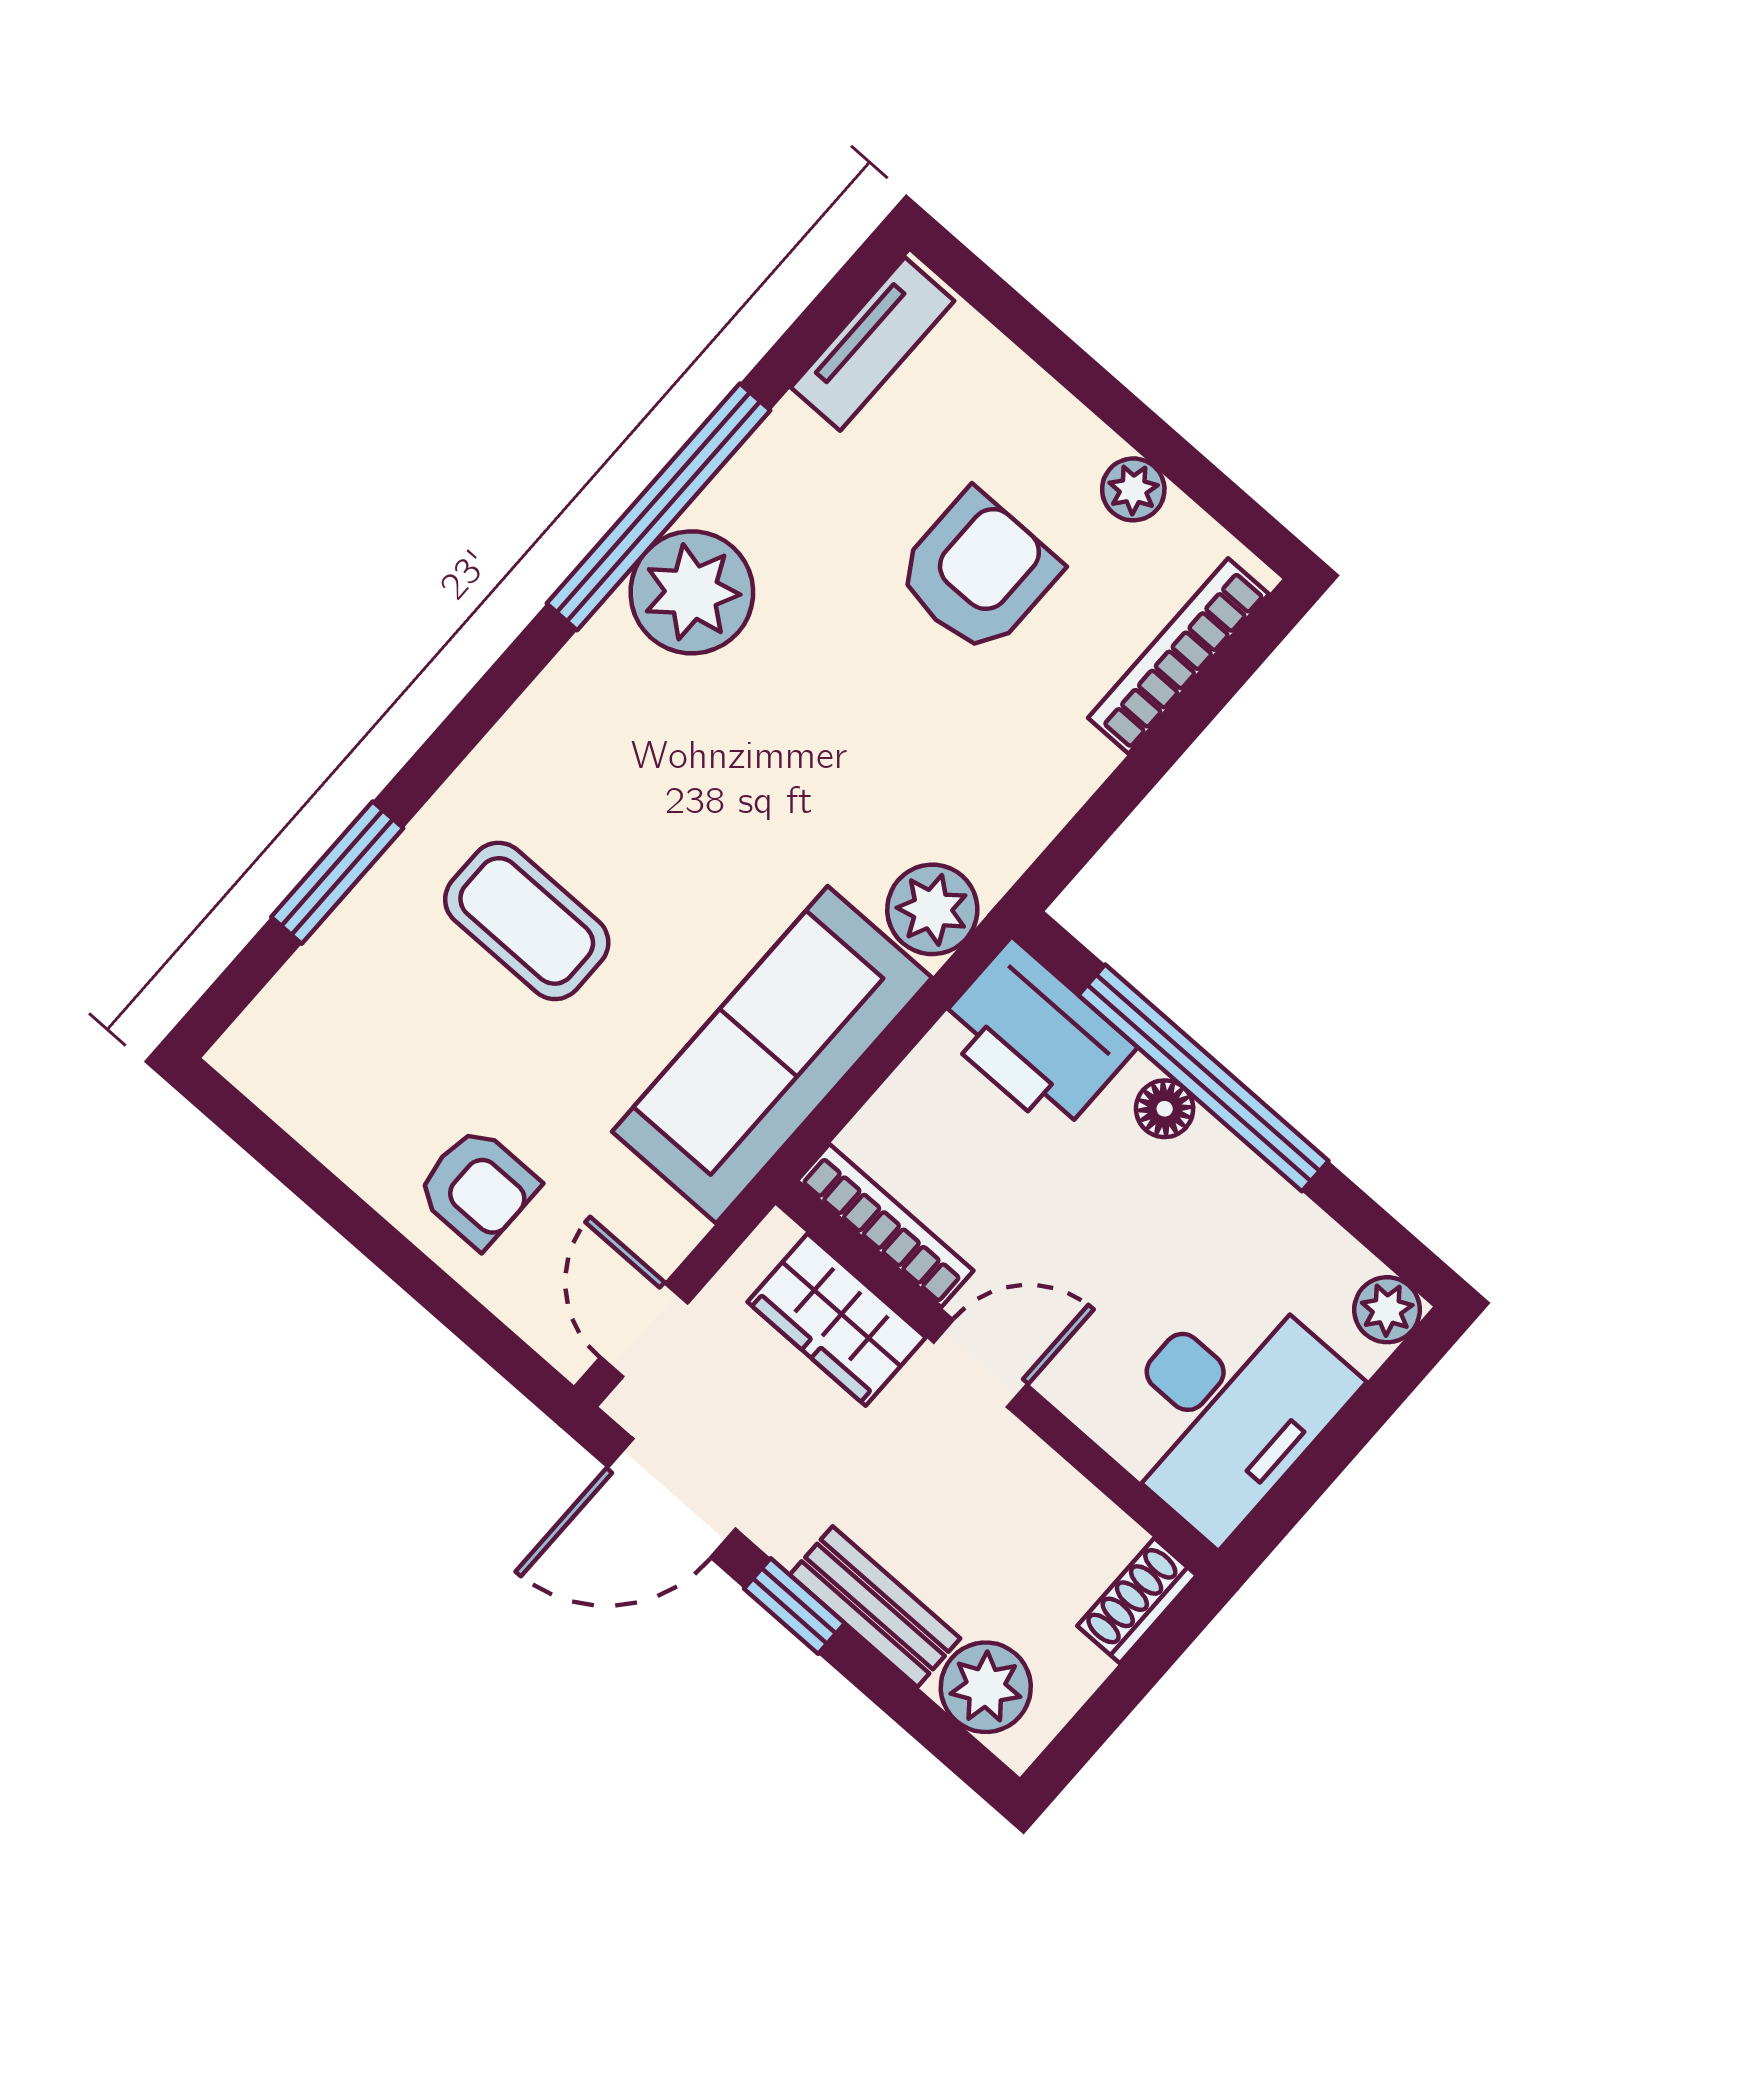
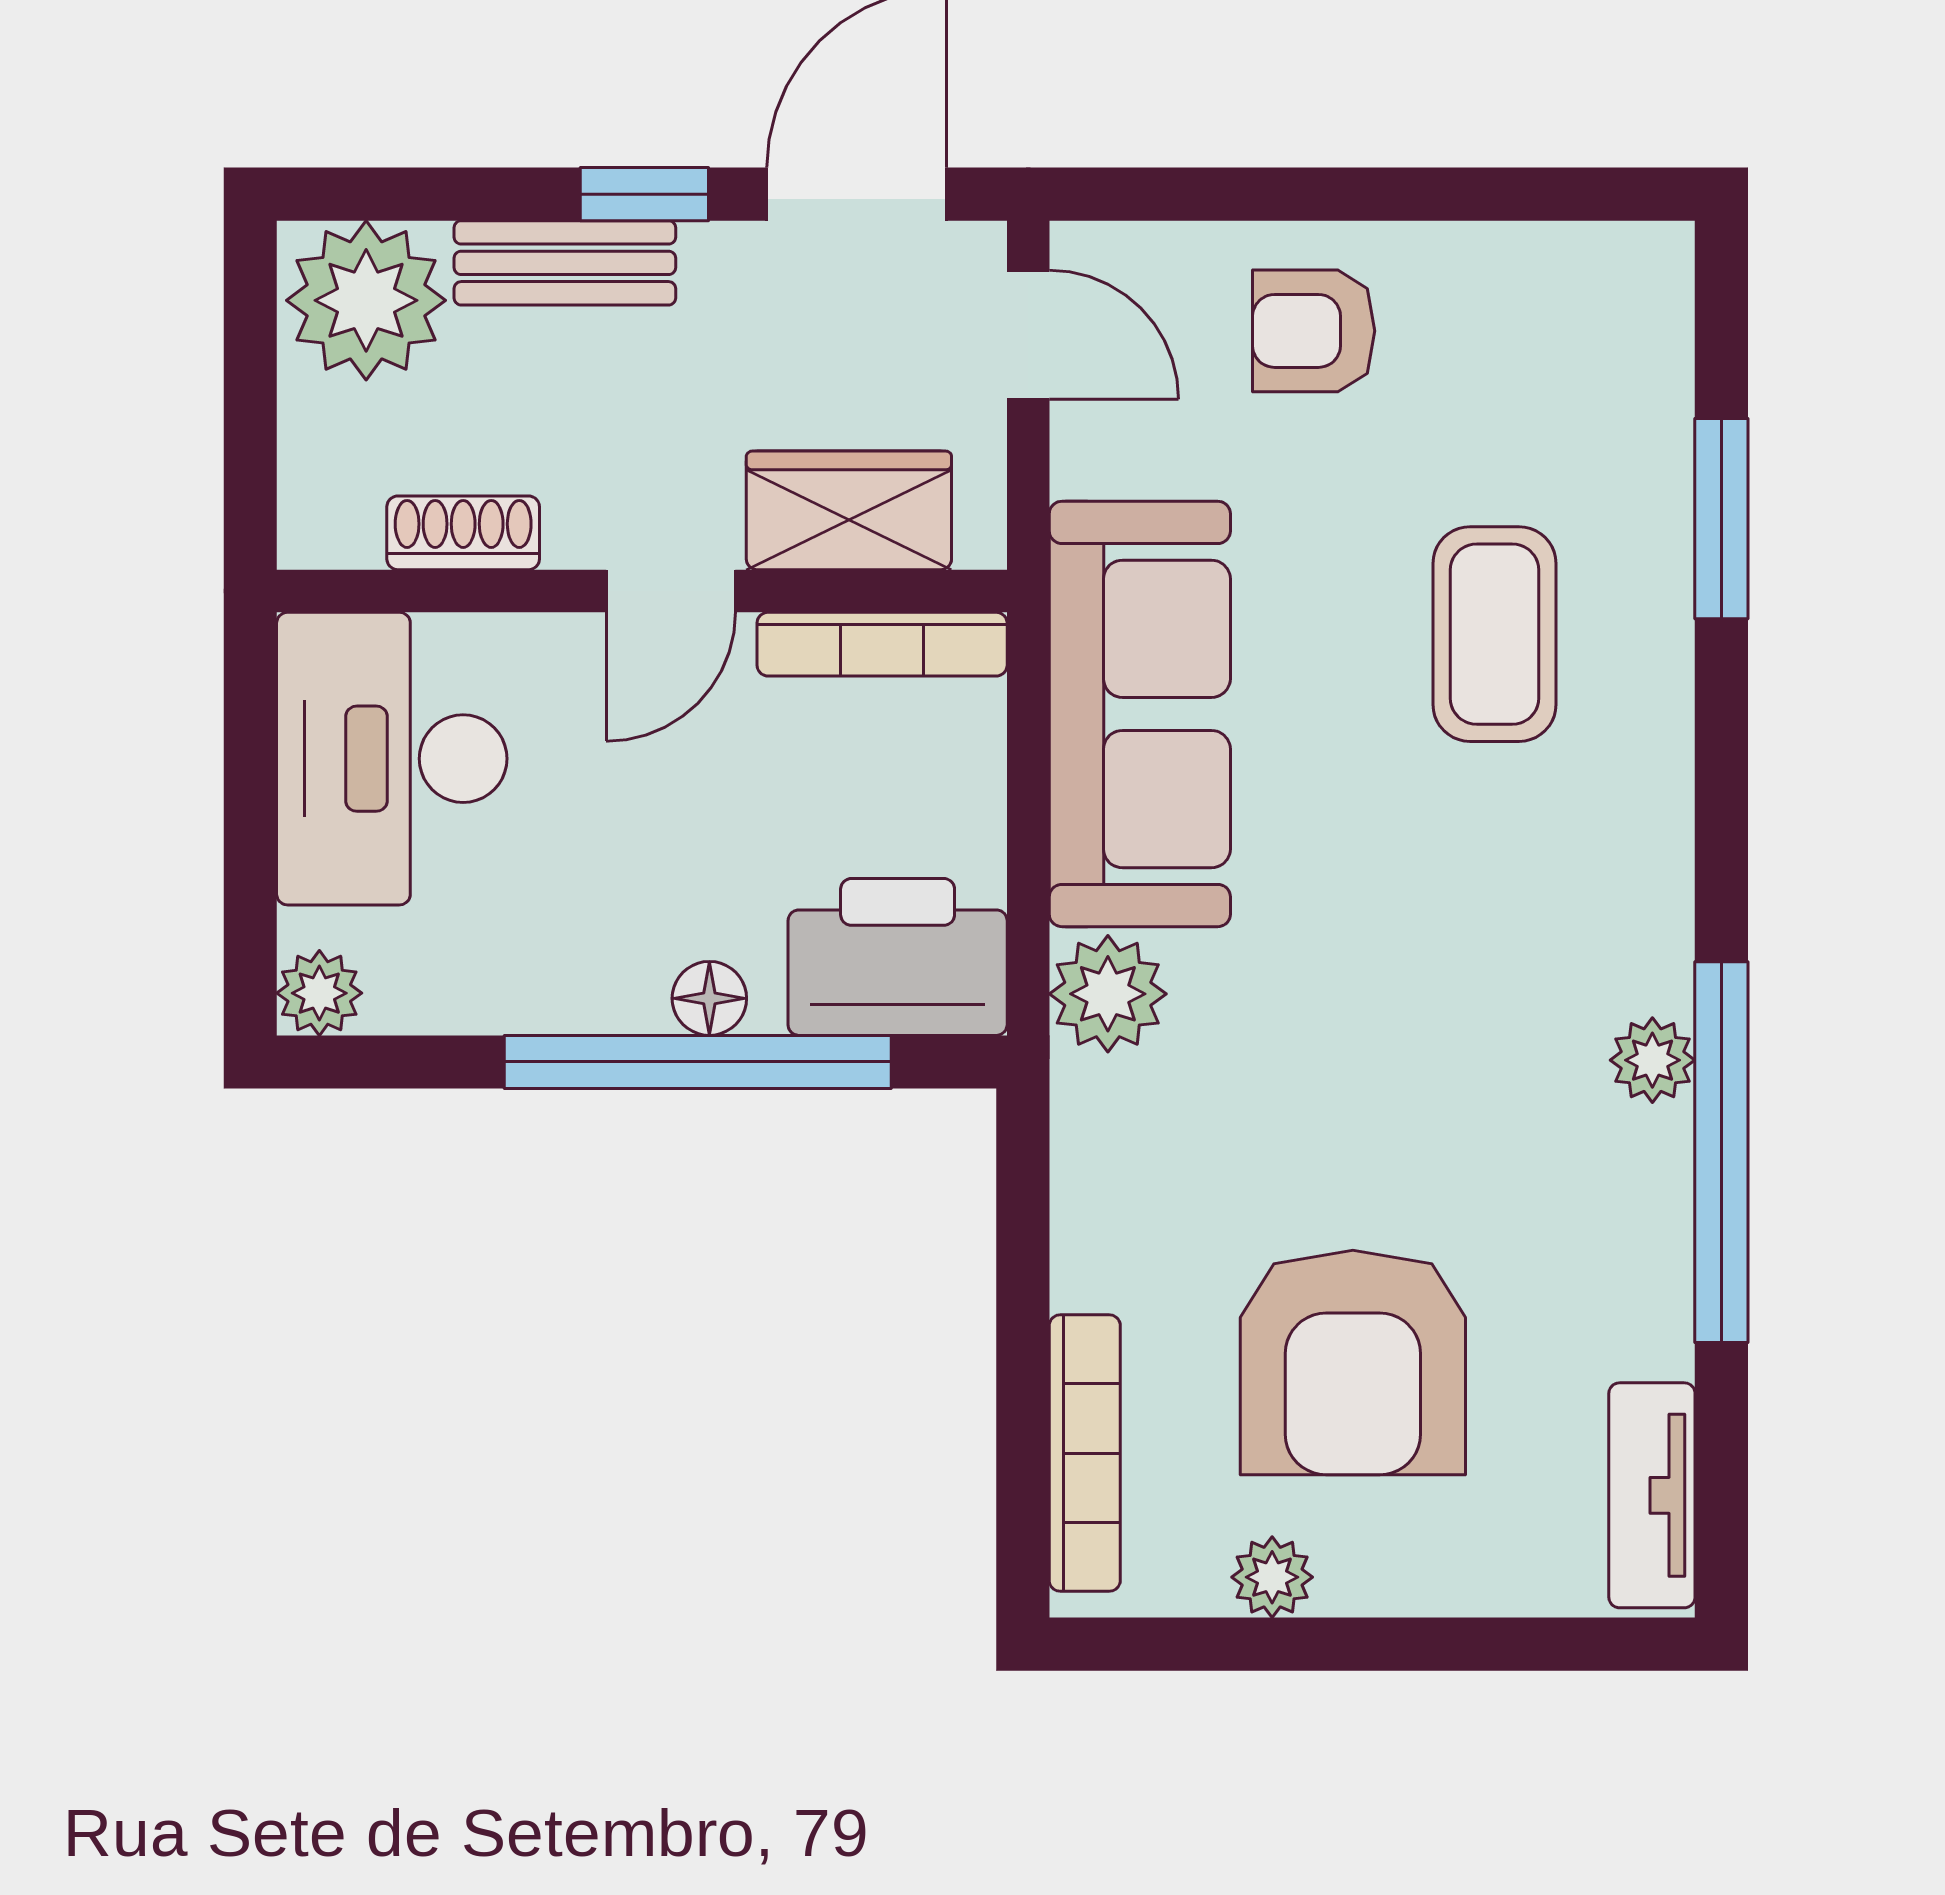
armchair: (978, 572) -> (1353, 1362), width x1.36, depth x1.36
plant: (692, 592) -> (1652, 1060), width x0.53, depth x0.53
coffee table: (527, 921) -> (1495, 634), turned 90
shoe rack: (1137, 1601) -> (463, 533), moved, turned -90
plant: (986, 1687) -> (366, 300), width x1.36, depth x1.36

